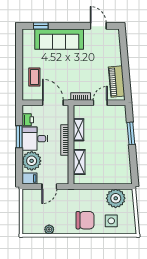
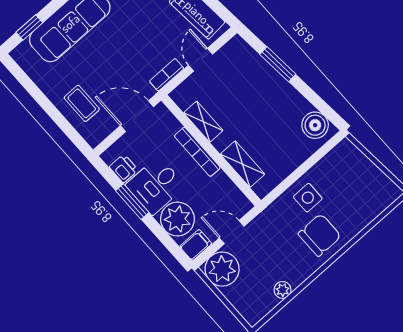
boiler: (124, 173) -> (315, 125), added
door: (49, 186) -> (232, 232), swing flipped
plant: (116, 198) -> (222, 269), moved
side table: (111, 221) -> (308, 198), moved

